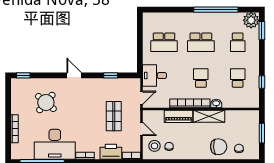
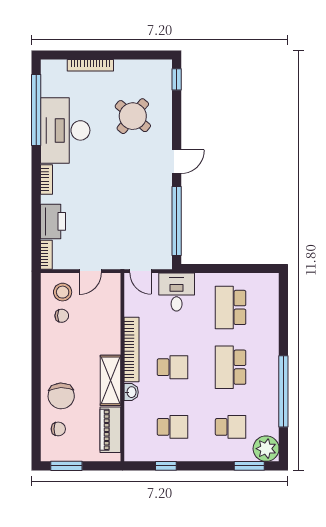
school desk: (238, 42) -> (231, 427), turned 180
window: (111, 75) -> (177, 221), width x3.17
shop shelf: (114, 116) -> (111, 226), removed
piano: (178, 116) -> (110, 430), moved
window: (262, 133) -> (66, 466), moved

